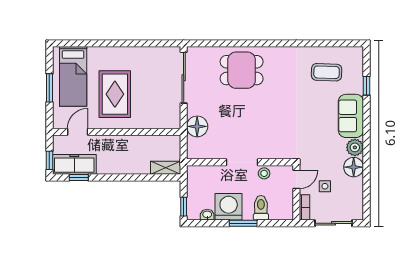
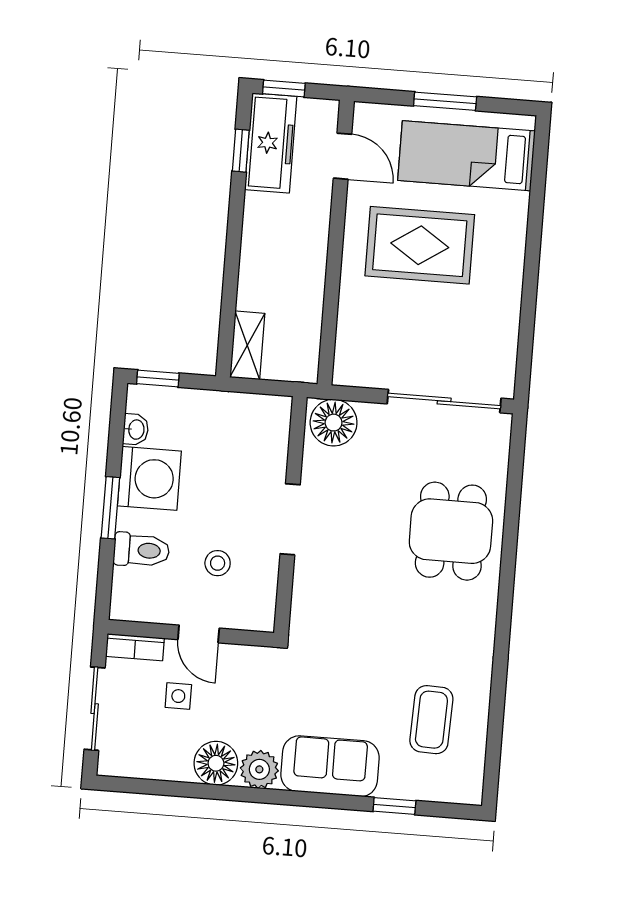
wall: (240, 162) -> (290, 515), moved
doorway: (242, 162) -> (290, 519), moved

